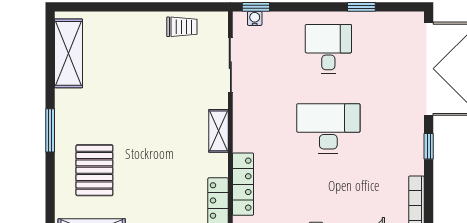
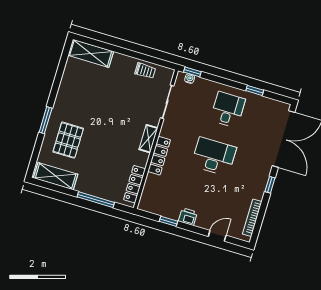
shelving: (69, 53) -> (91, 53), moved, turned 90
window: (50, 130) -> (46, 120), moved
locker: (243, 184) -> (159, 156), moved

